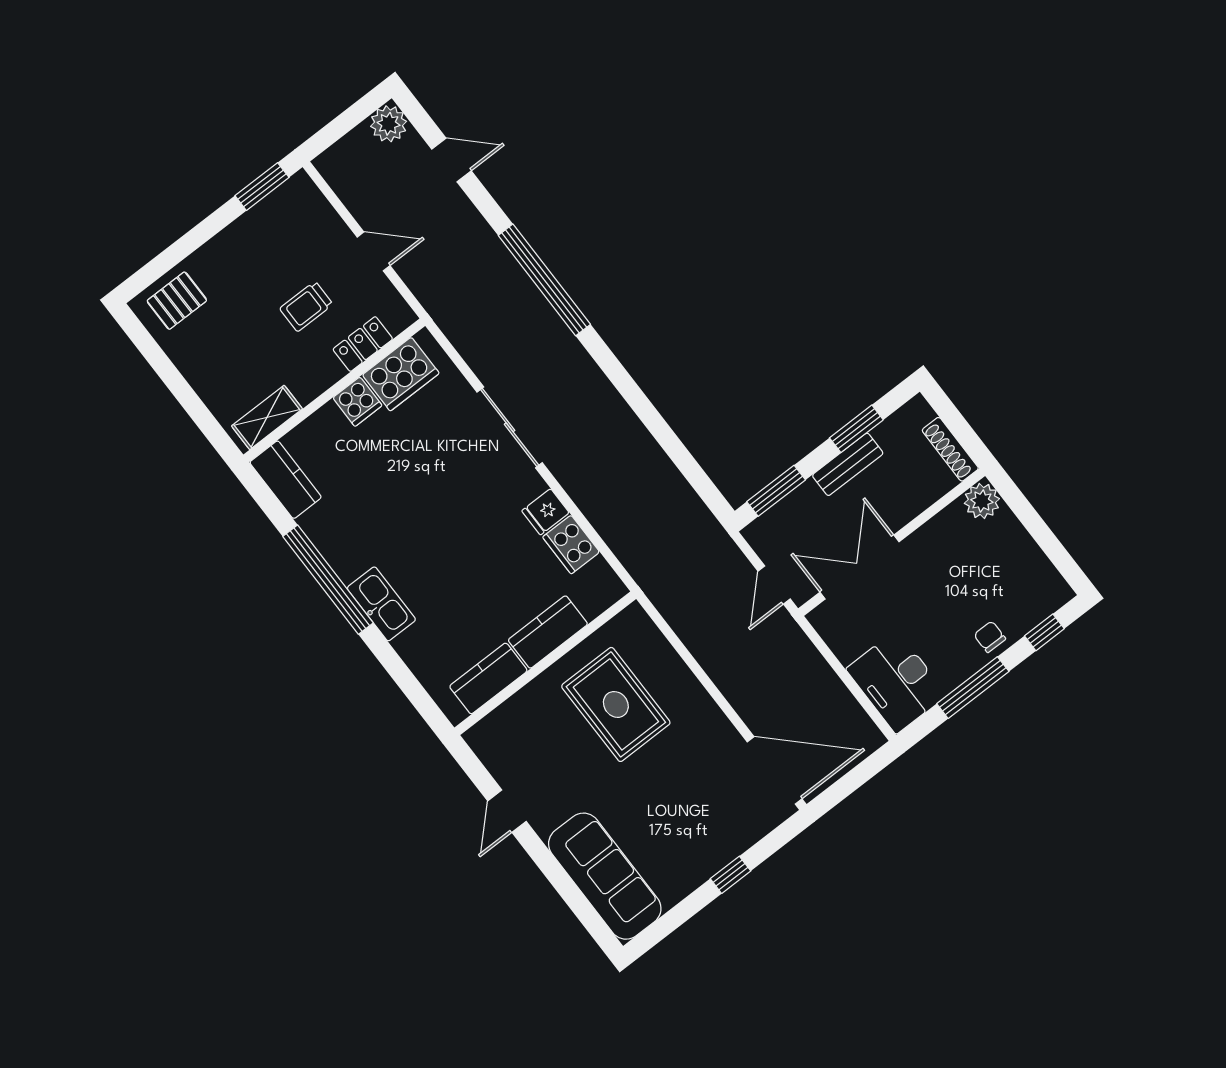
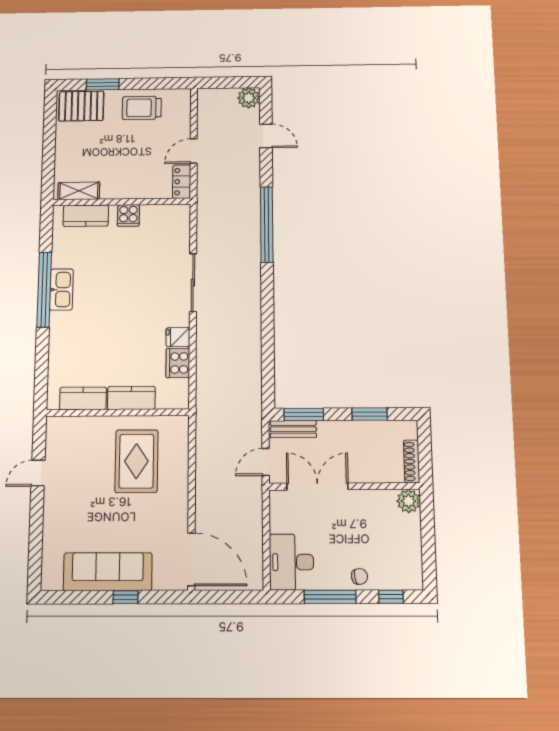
window: (262, 187) -> (103, 84), moved
door: (374, 251) -> (194, 151), swing flipped
pallet: (177, 301) -> (81, 106), width x1.50, depth x1.42
trolley: (306, 306) -> (142, 108), moved, width x1.36, depth x1.39
locker: (363, 344) -> (182, 182), moved, turned -90
cooker: (401, 374) -> (160, 218), removed
bench: (848, 464) -> (293, 429), moved
kitchen counter: (286, 480) -> (86, 216), moved, turned 90
kitchen sink: (381, 604) -> (61, 290), moved
chair: (990, 637) -> (360, 576), turned 81
sofa: (605, 876) -> (108, 572), moved, turned -90

